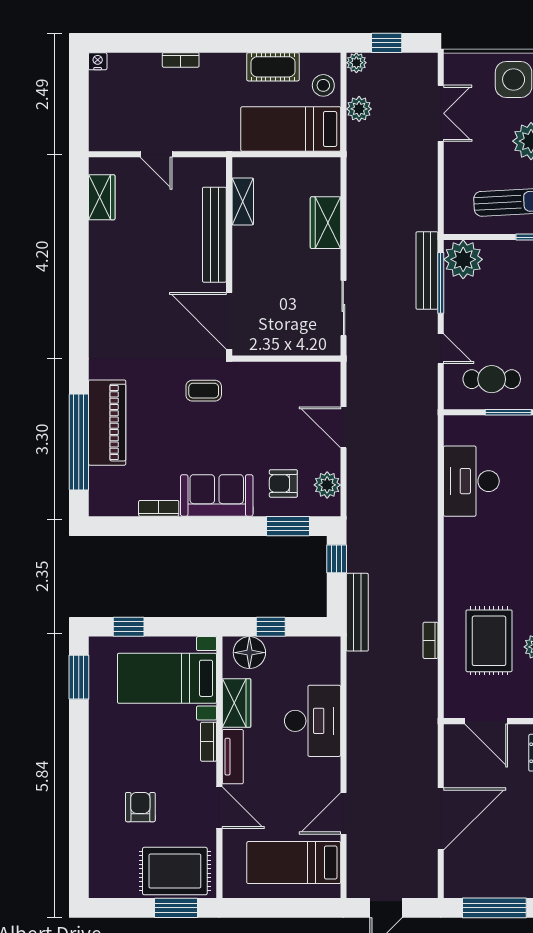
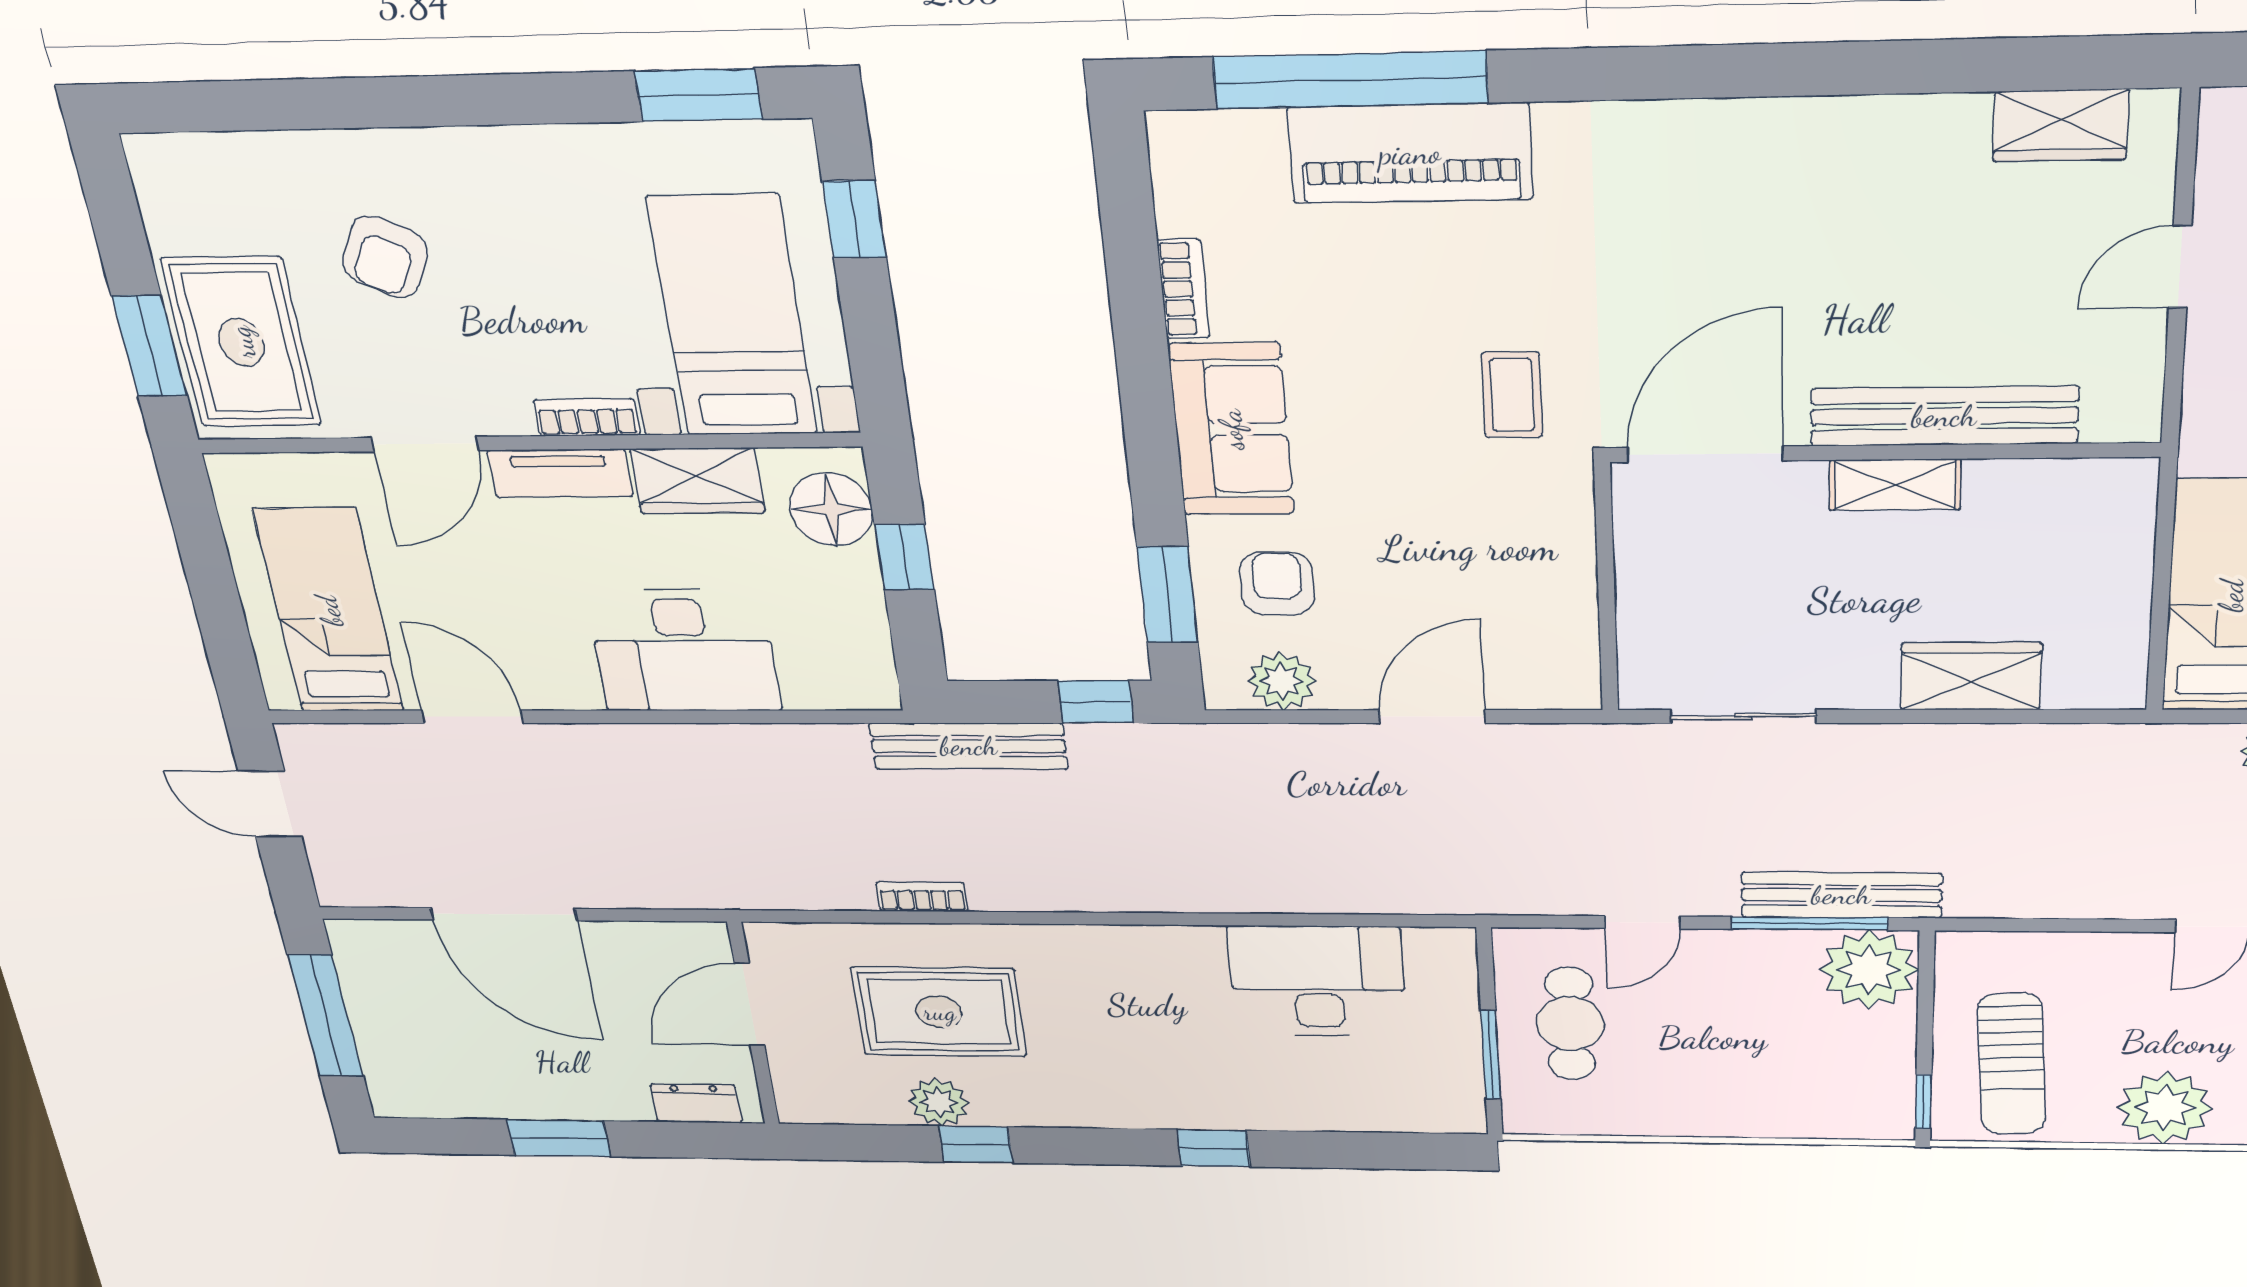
shelving: (243, 201) -> (1895, 485), moved
armchair: (140, 807) -> (385, 257), turned 116

